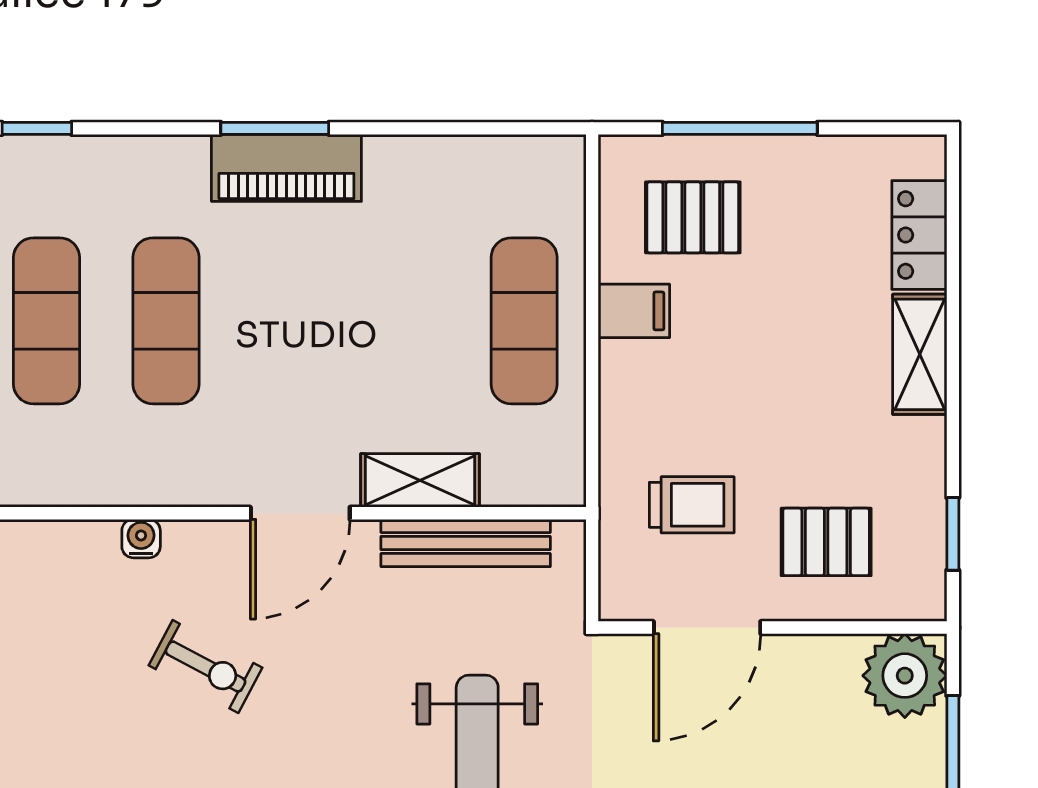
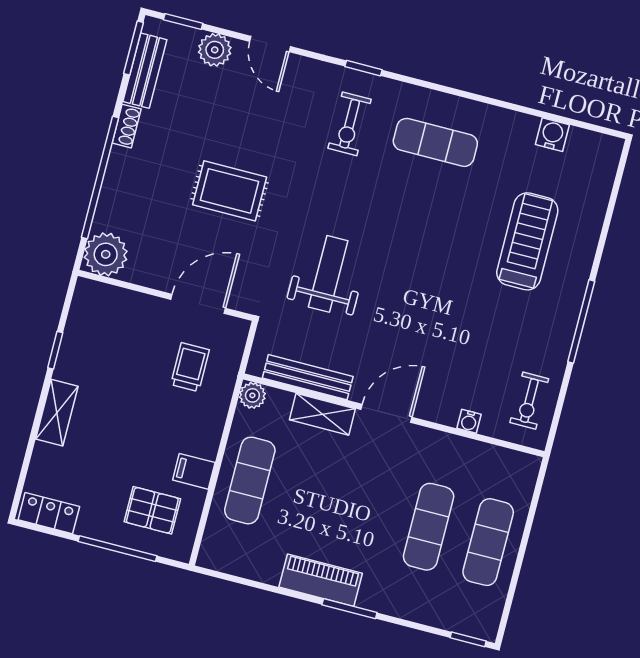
piano: (286, 168) -> (321, 580), moved
locker: (919, 235) -> (49, 513), moved, turned -90
plant: (561, 482) -> (252, 395), added
trolley: (692, 505) -> (190, 367), turned 90
window: (953, 534) -> (55, 350), moved
pallet: (826, 542) -> (128, 331), removed
exercise bike: (205, 667) -> (529, 401), moved, turned -118

